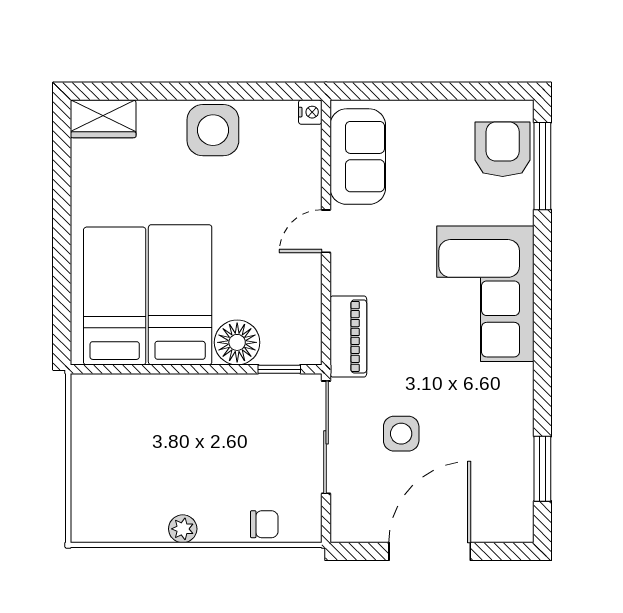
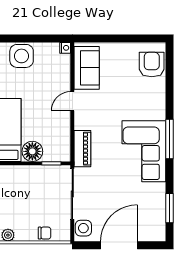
window: (542, 166) -> (170, 139), moved
corner sofa: (485, 294) -> (144, 151), moved
side table: (401, 434) -> (83, 228), moved

